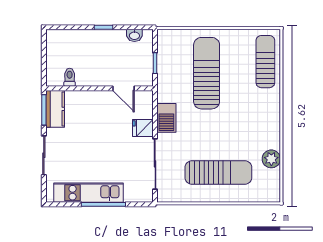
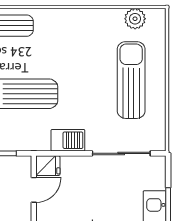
fridge: (143, 128) -> (48, 166), moved, turned -90
plant: (271, 159) -> (135, 19), moved

